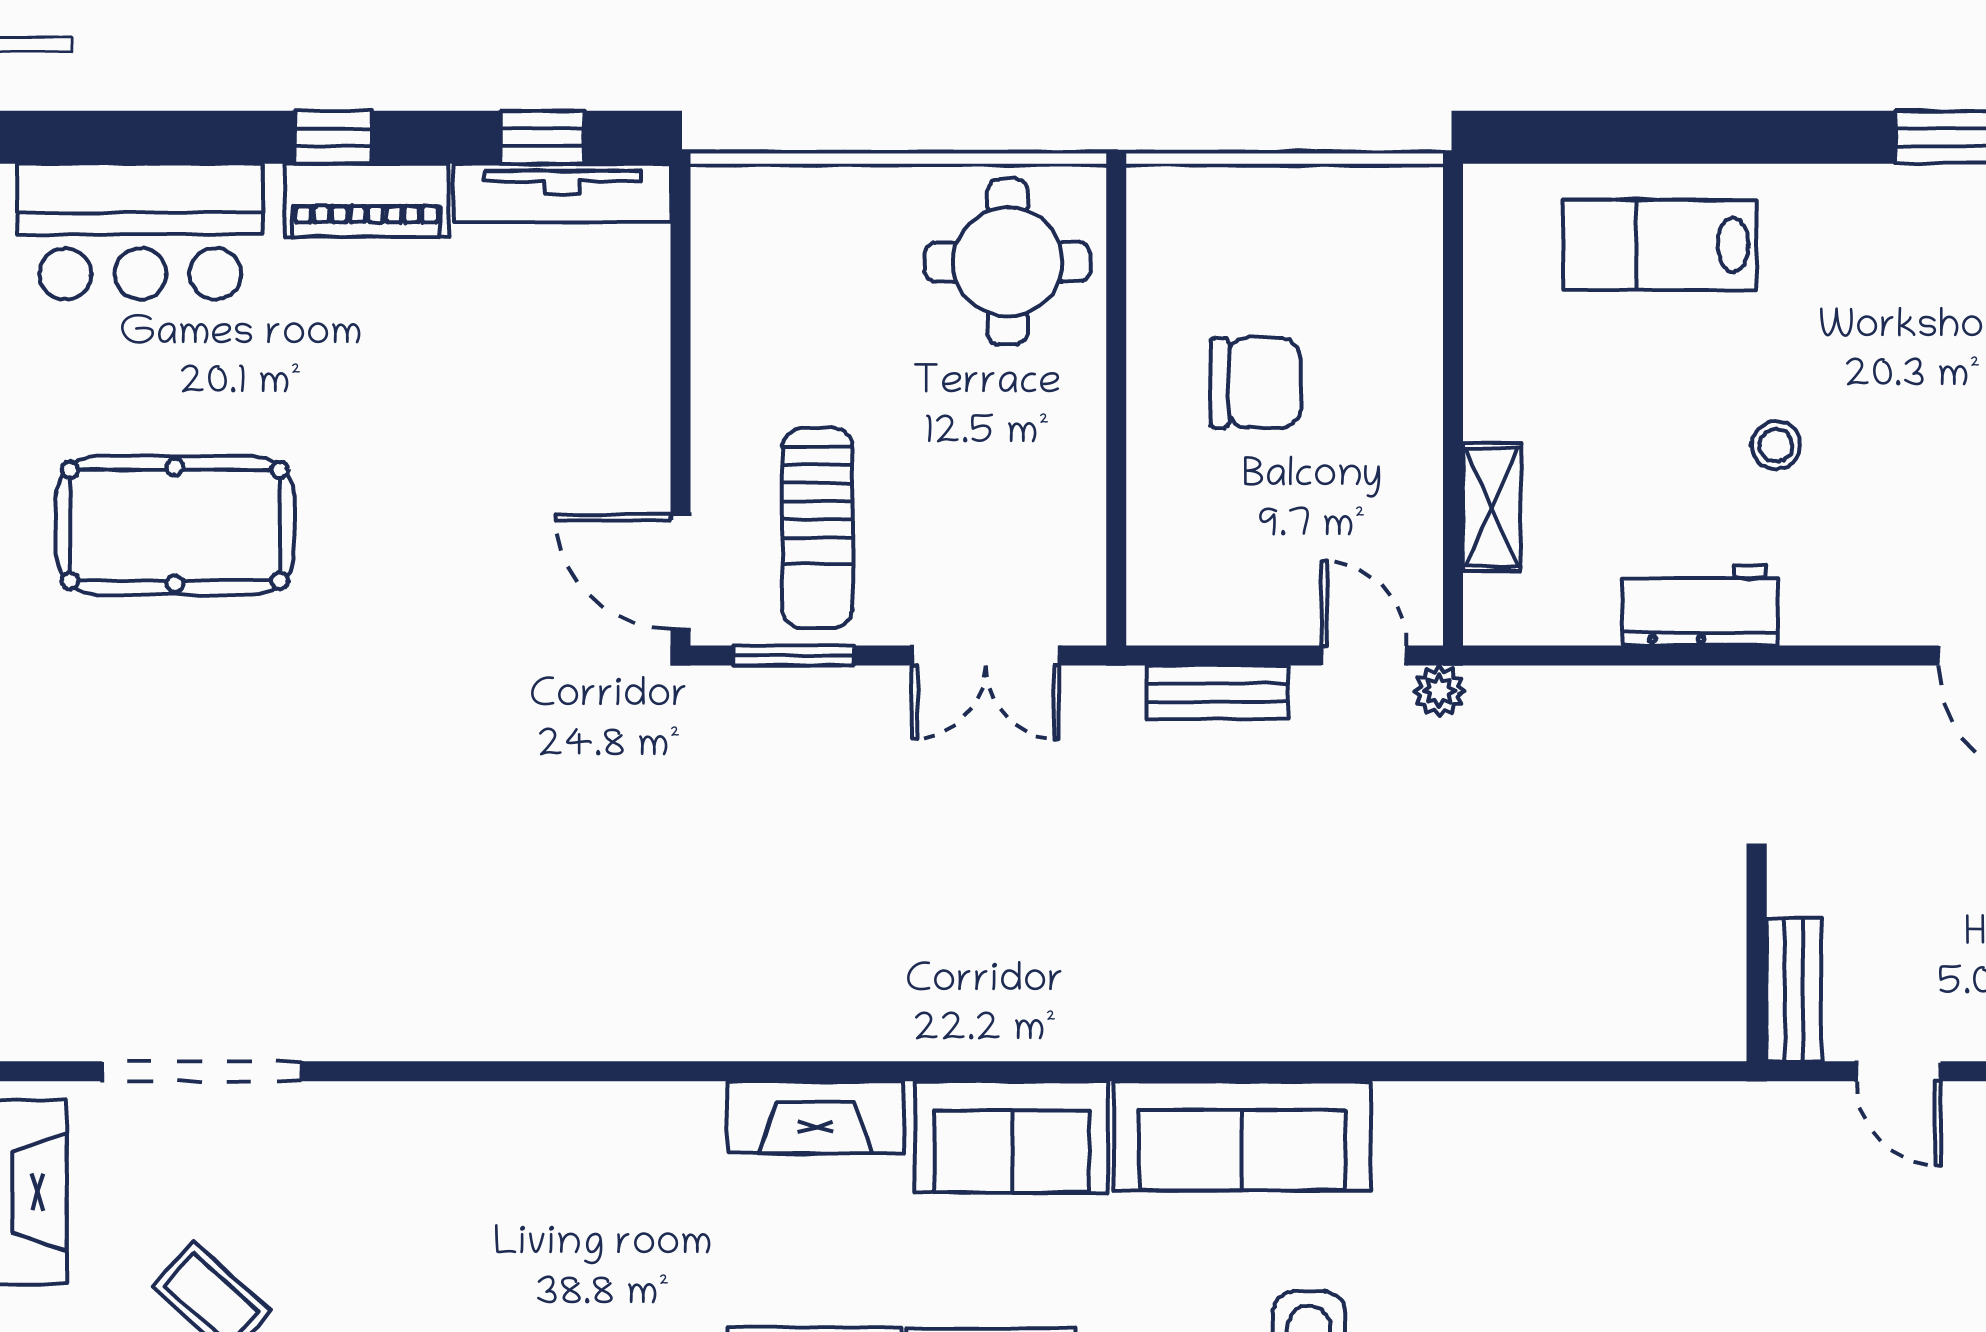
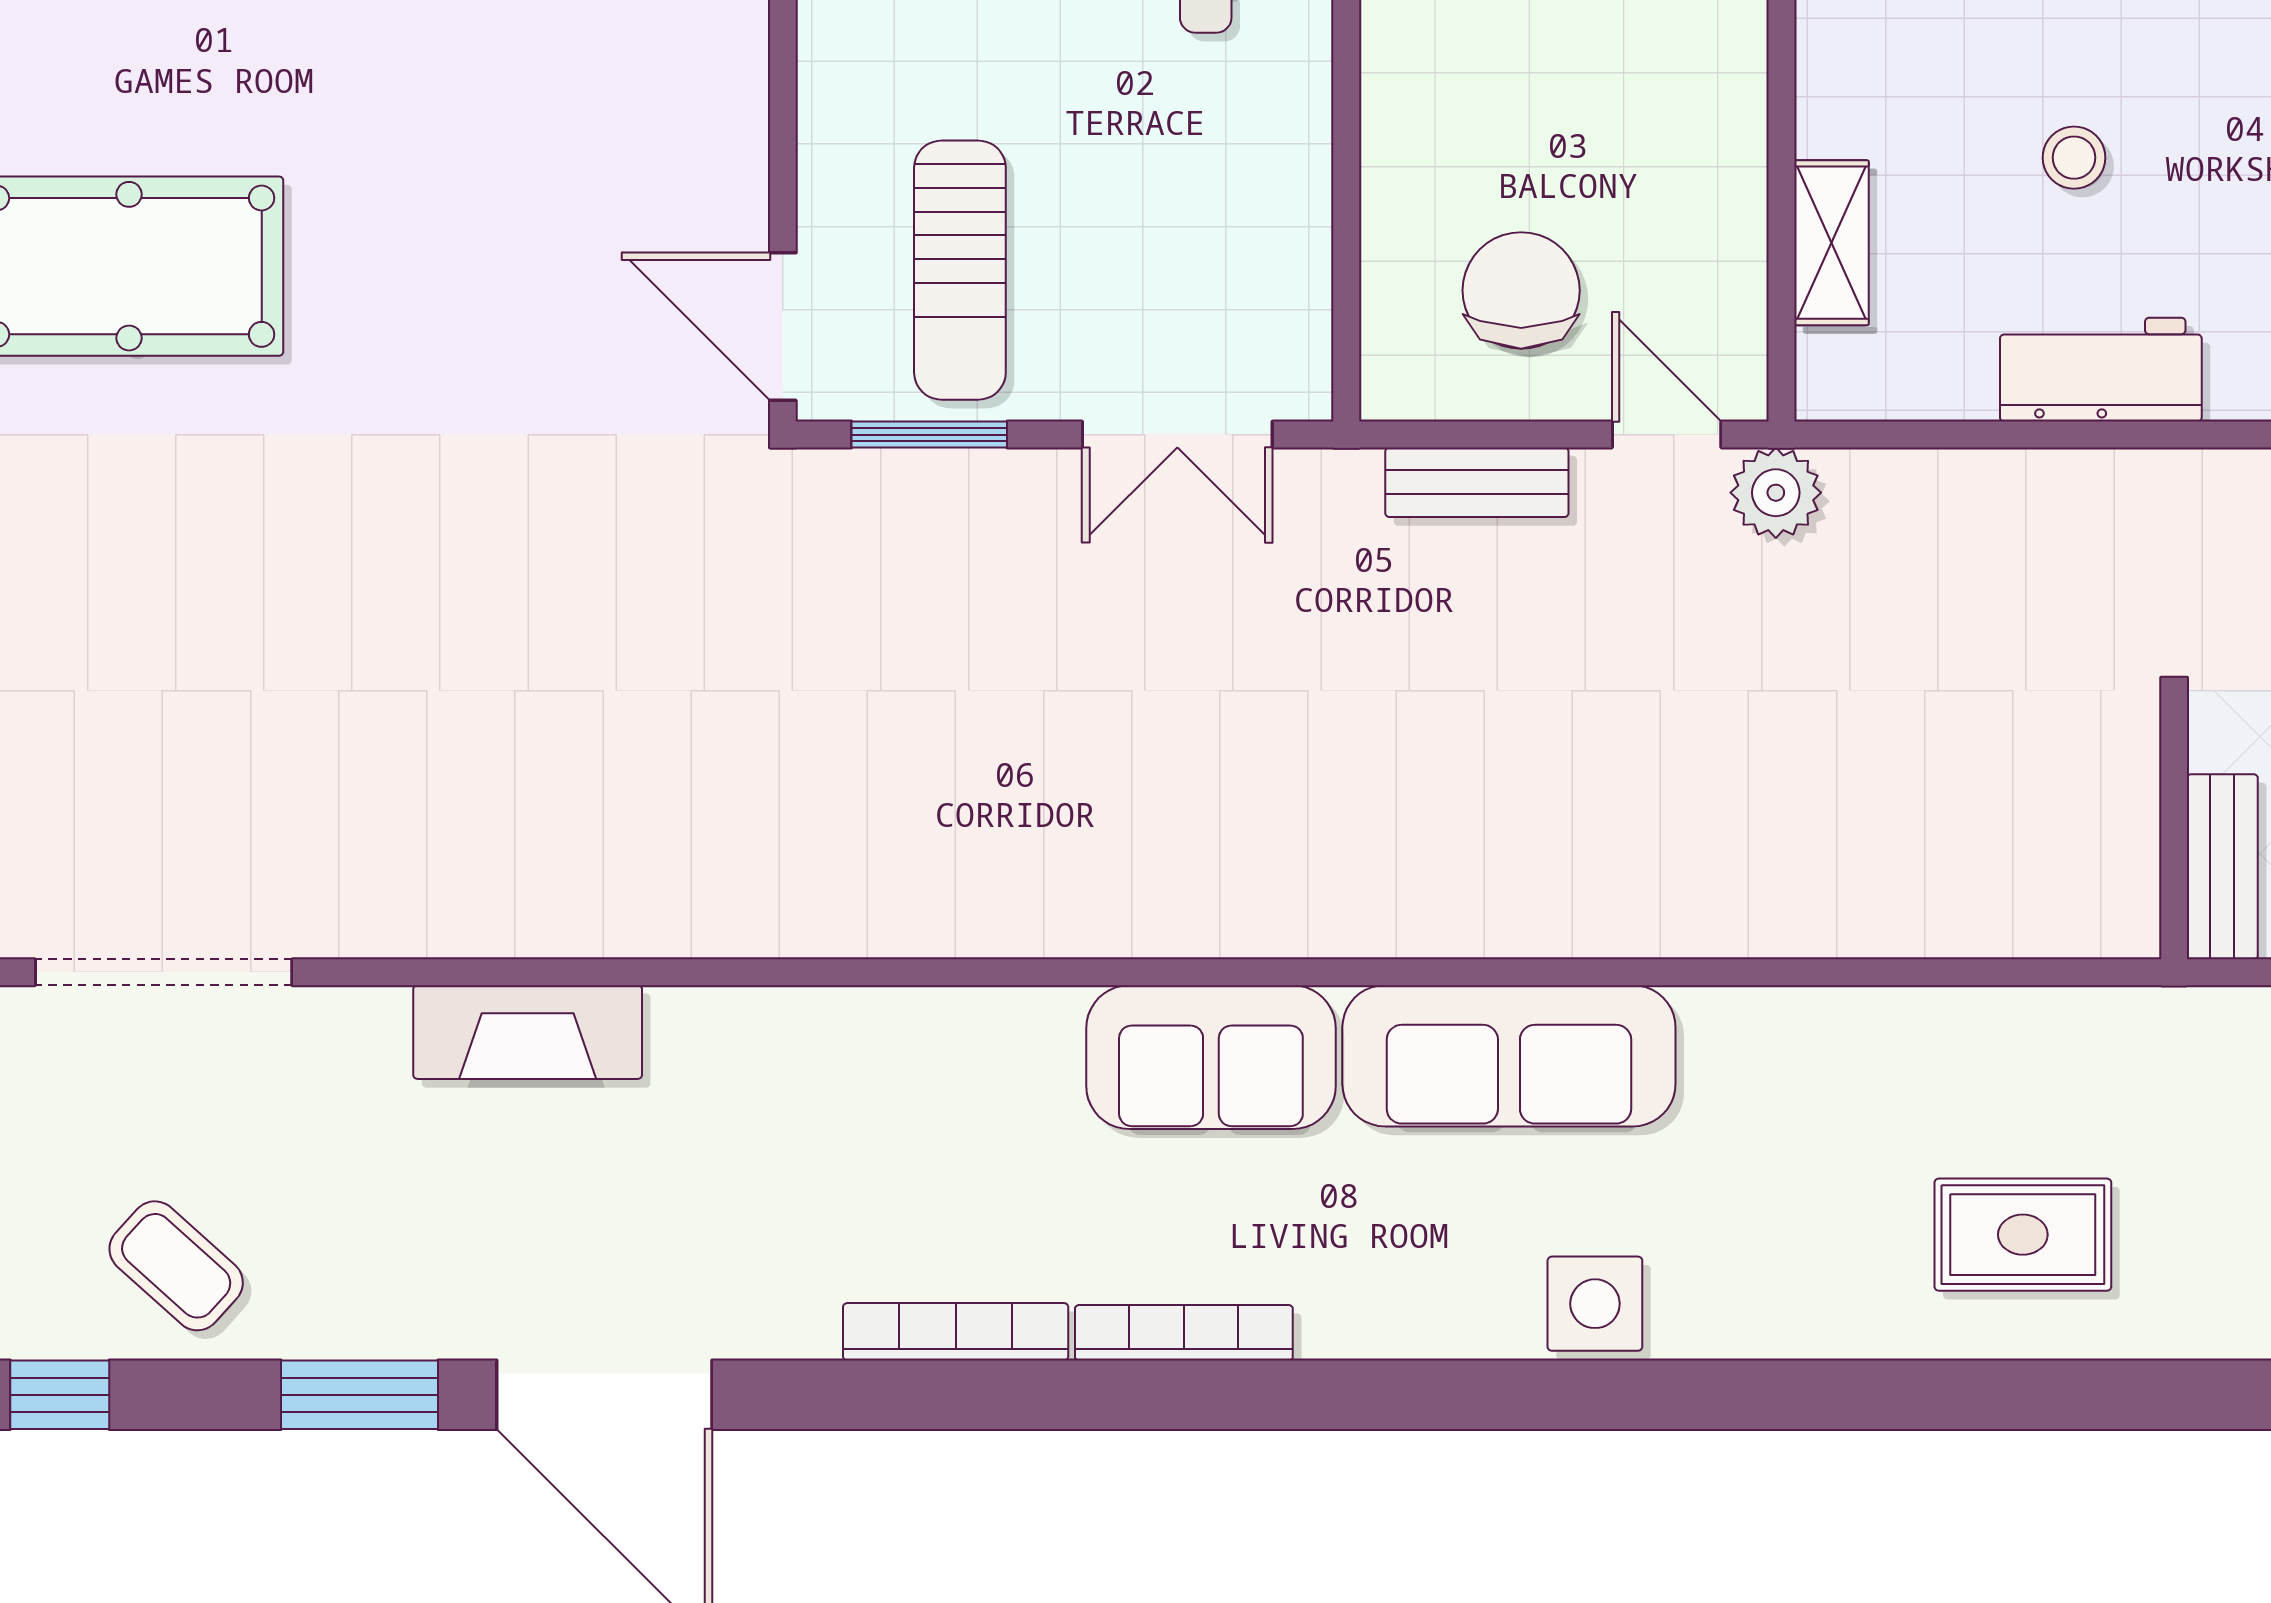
chair: (1256, 383) -> (1521, 290), moved, turned -90
stool: (1776, 445) -> (2074, 158), moved
plant: (1439, 691) -> (1776, 493), width x1.38, depth x1.38
fireplace: (815, 1118) -> (528, 1032), moved
rug: (1640, 1274) -> (2023, 1235), added

